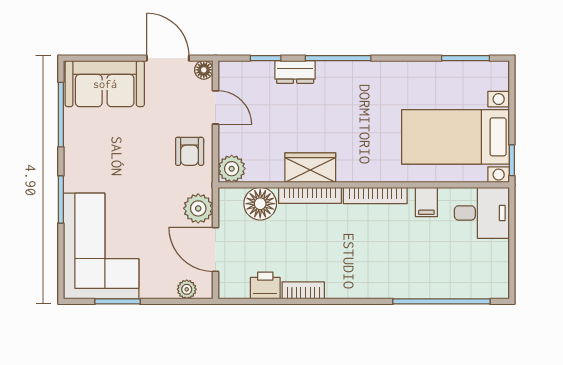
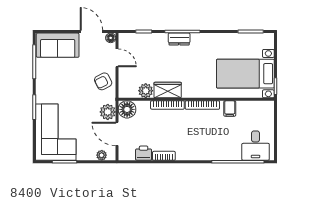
dresser: (295, 72) -> (179, 39), moved
armchair: (190, 151) -> (103, 81), turned 63
plant: (232, 169) -> (146, 91), moved
floor lamp: (260, 204) -> (127, 109), moved
desk: (482, 213) -> (256, 146), moved, turned 90

